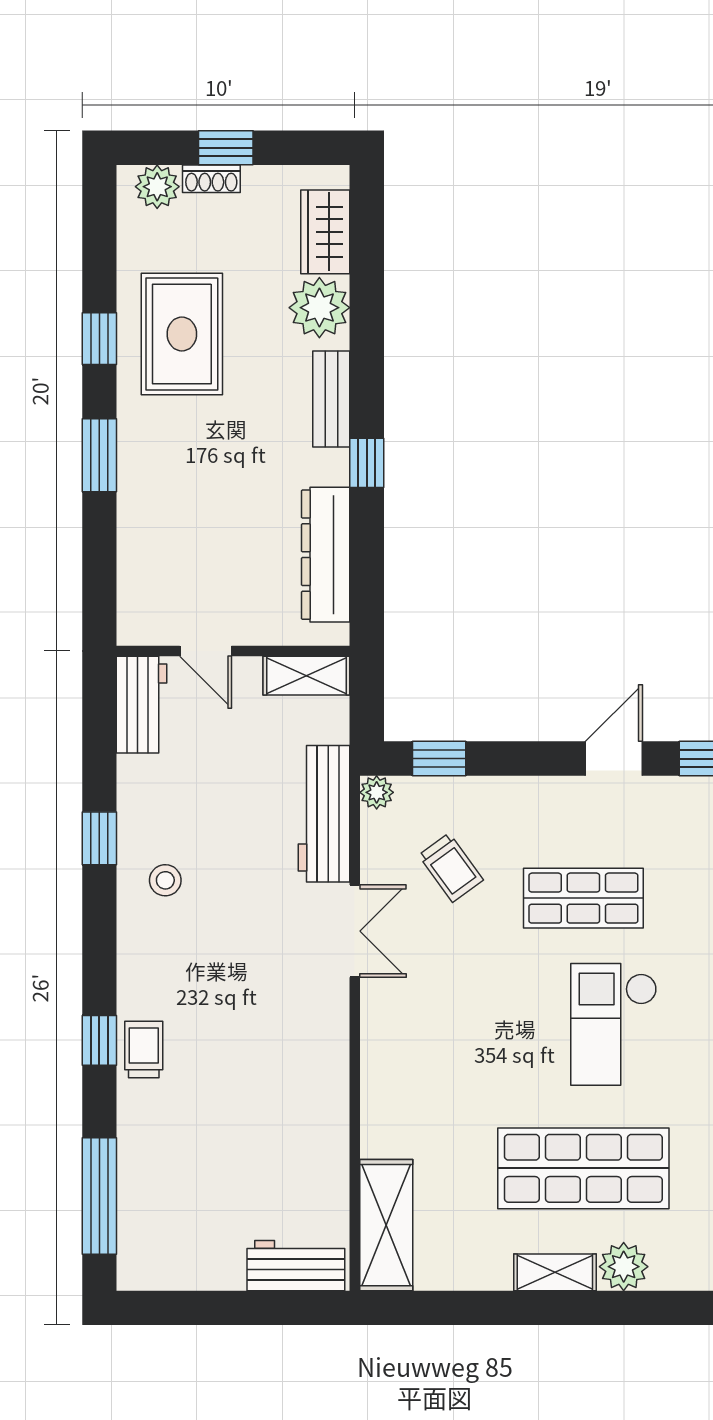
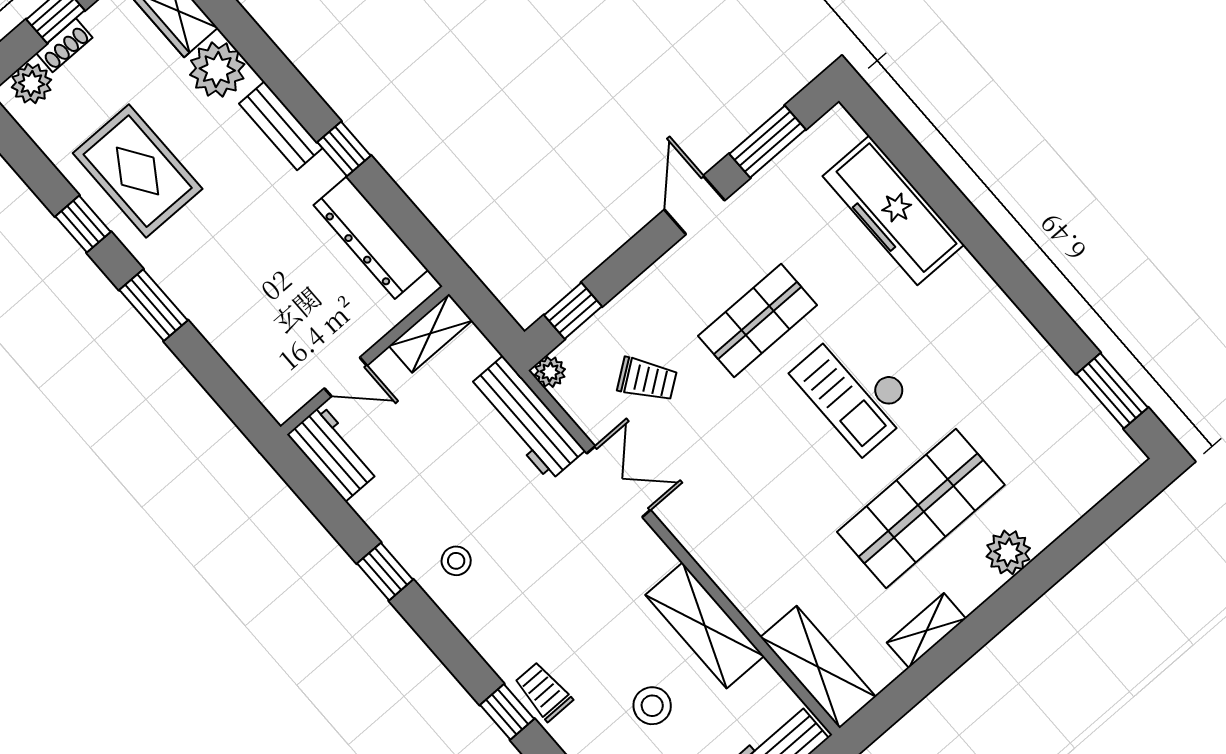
shelving: (323, 1110) -> (705, 626), added
stool: (223, 1139) -> (652, 706), added
shelving: (555, 1272) -> (926, 631), moved

